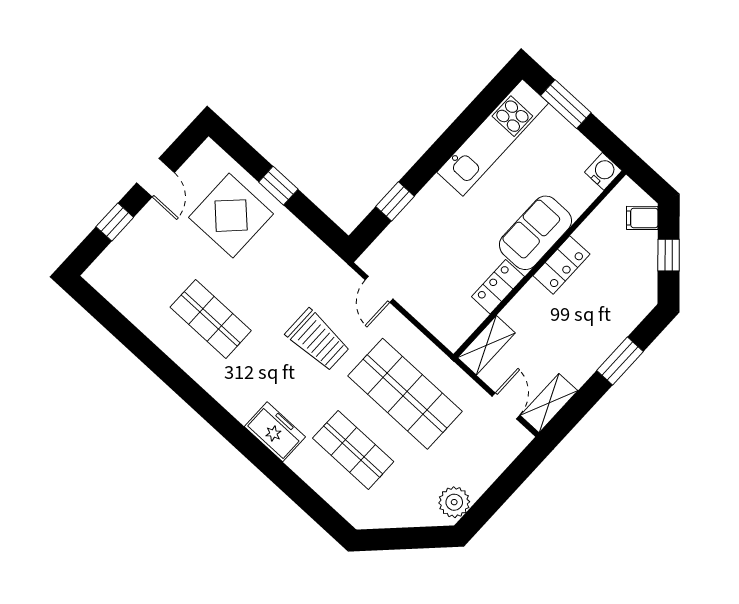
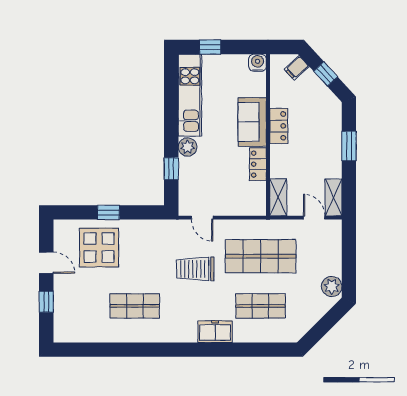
window: (566, 104) -> (210, 47), width x0.67
plant: (436, 194) -> (188, 147), added
trolley: (318, 340) -> (195, 269), turned 180

